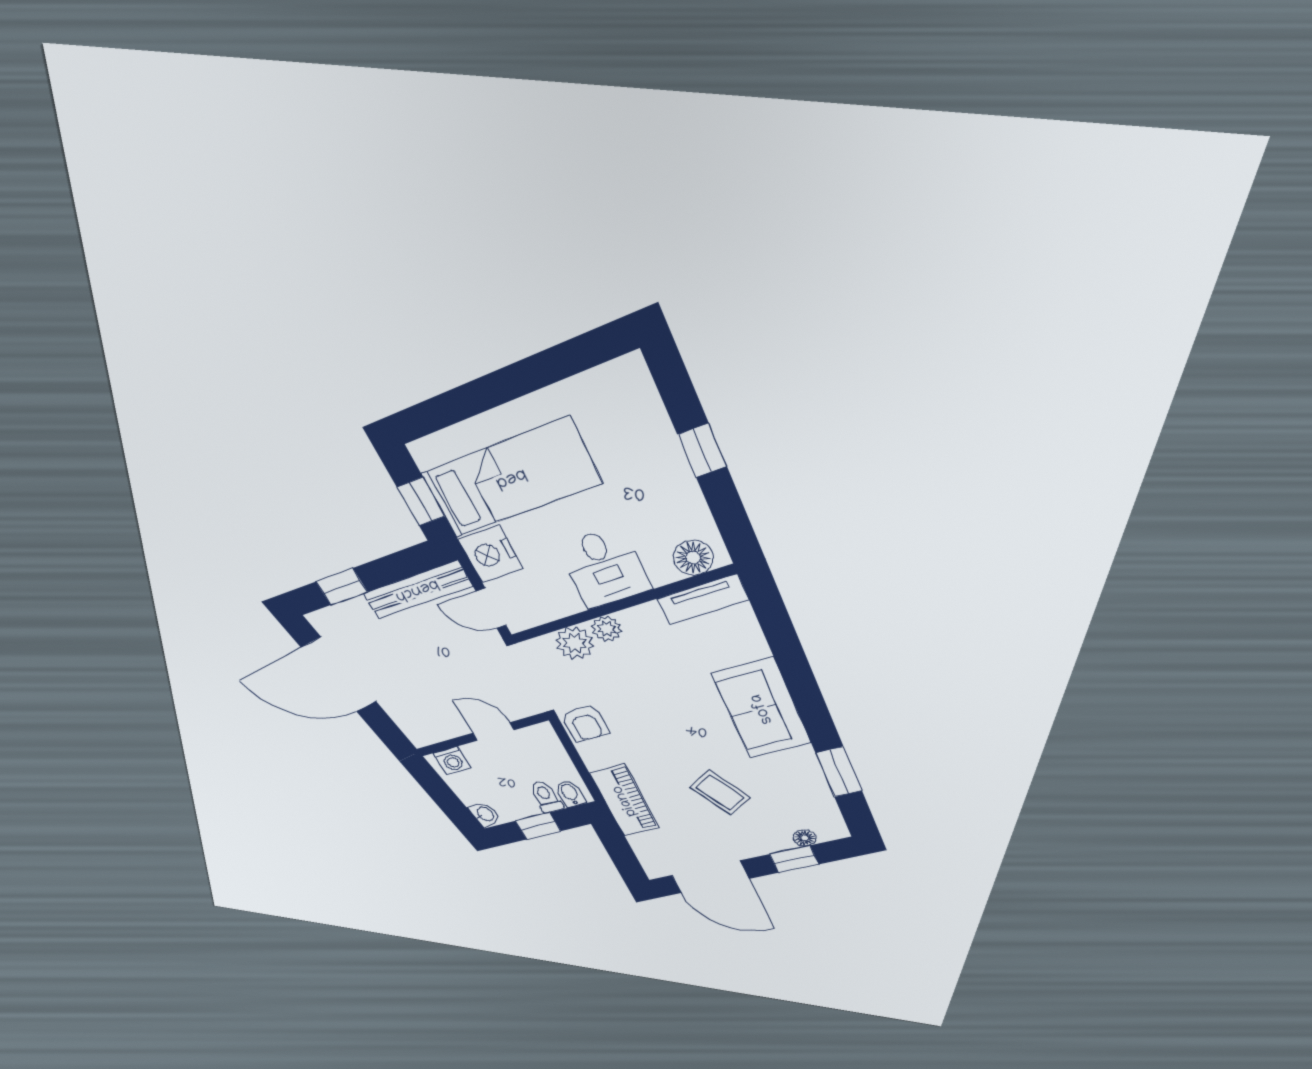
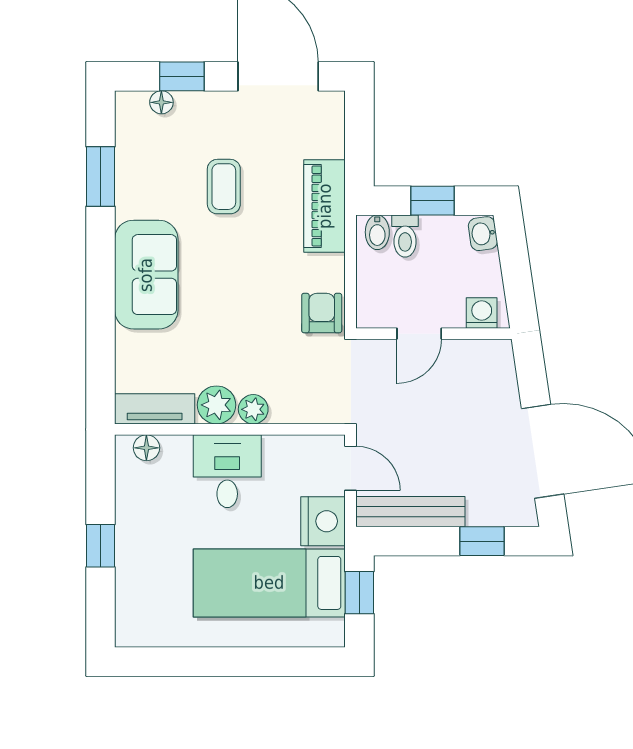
floor lamp: (693, 558) -> (146, 448), width x0.73, depth x0.73
plant: (575, 643) -> (216, 405), moved
door: (493, 731) -> (419, 334), hinge flipped
coffee table: (720, 793) -> (224, 187), turned 30

